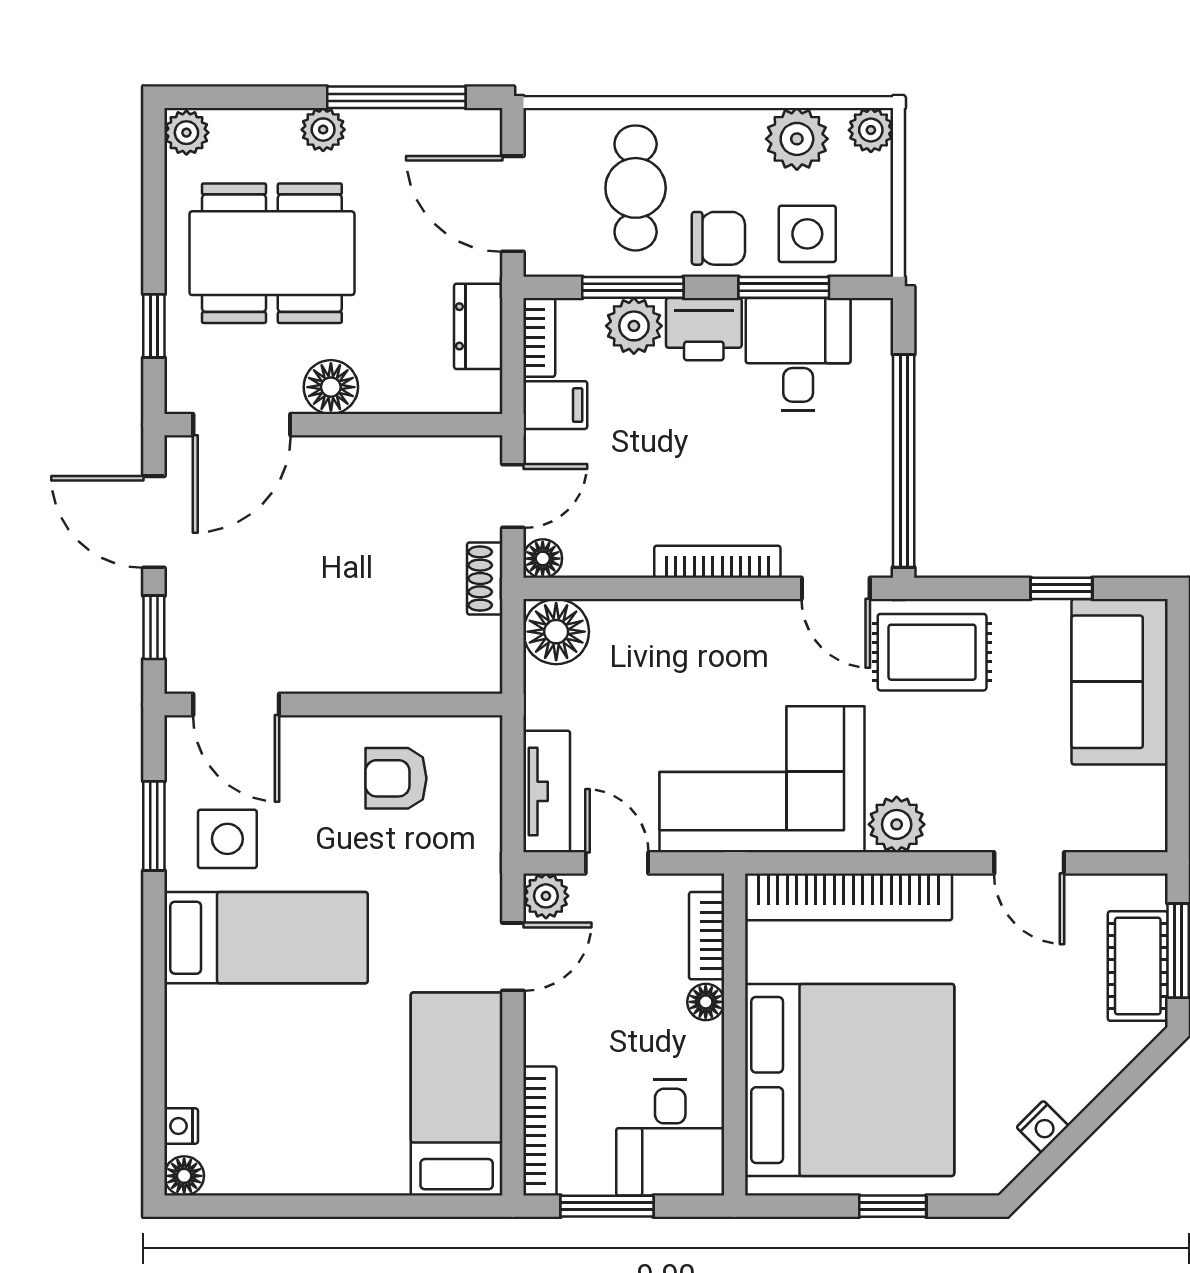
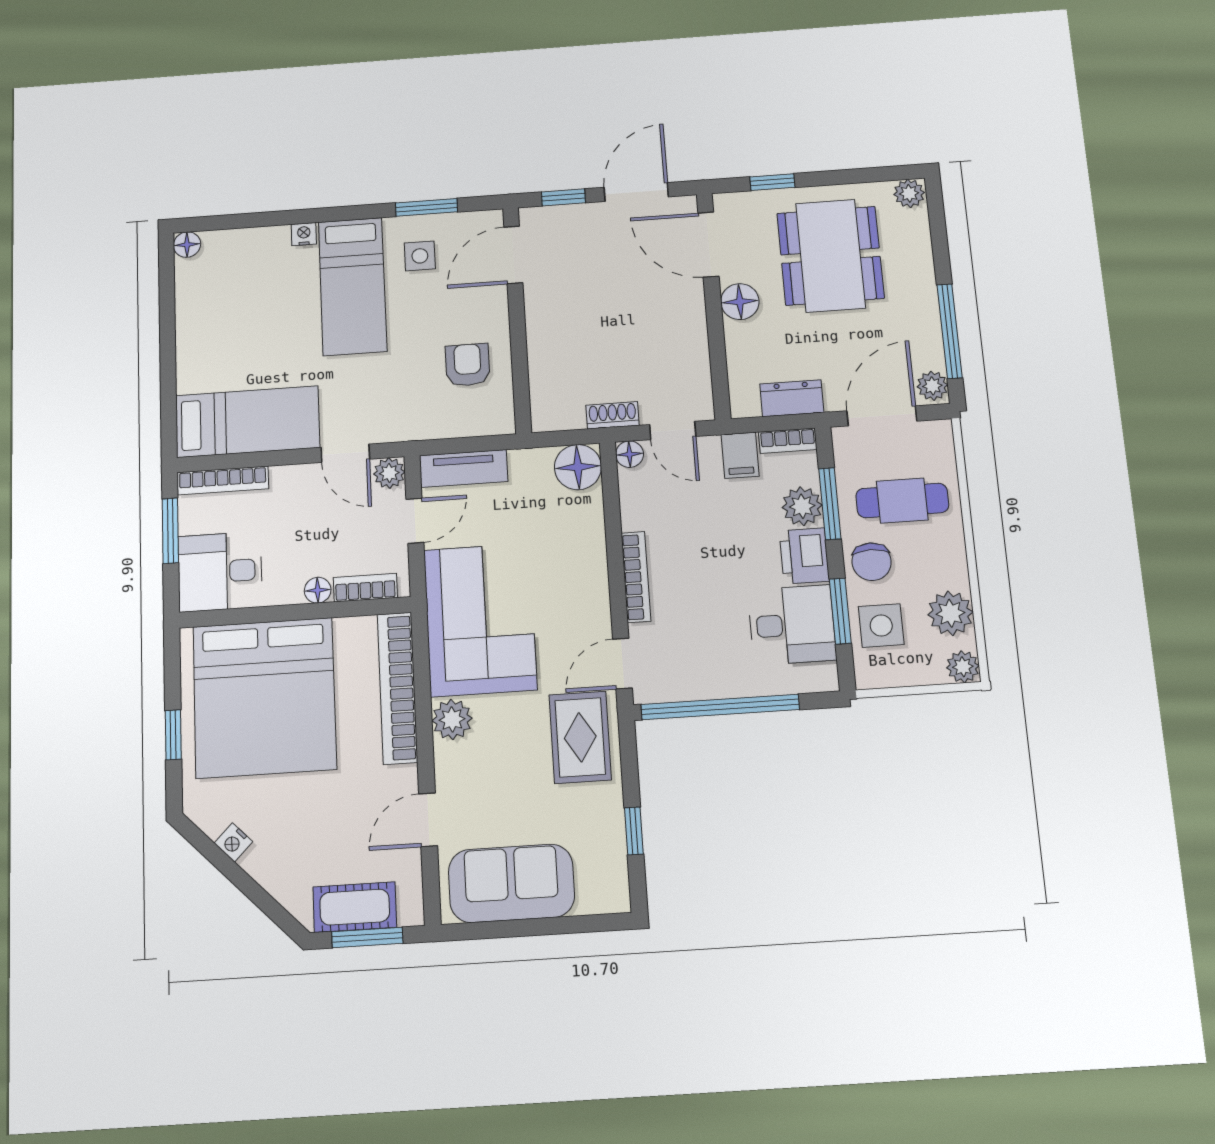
plant: (323, 130) -> (932, 386), moved
sofa: (1120, 682) -> (511, 883), moved
side table: (227, 839) -> (420, 256), width x0.73, depth x0.73
nightstand: (181, 1126) -> (304, 234), moved

